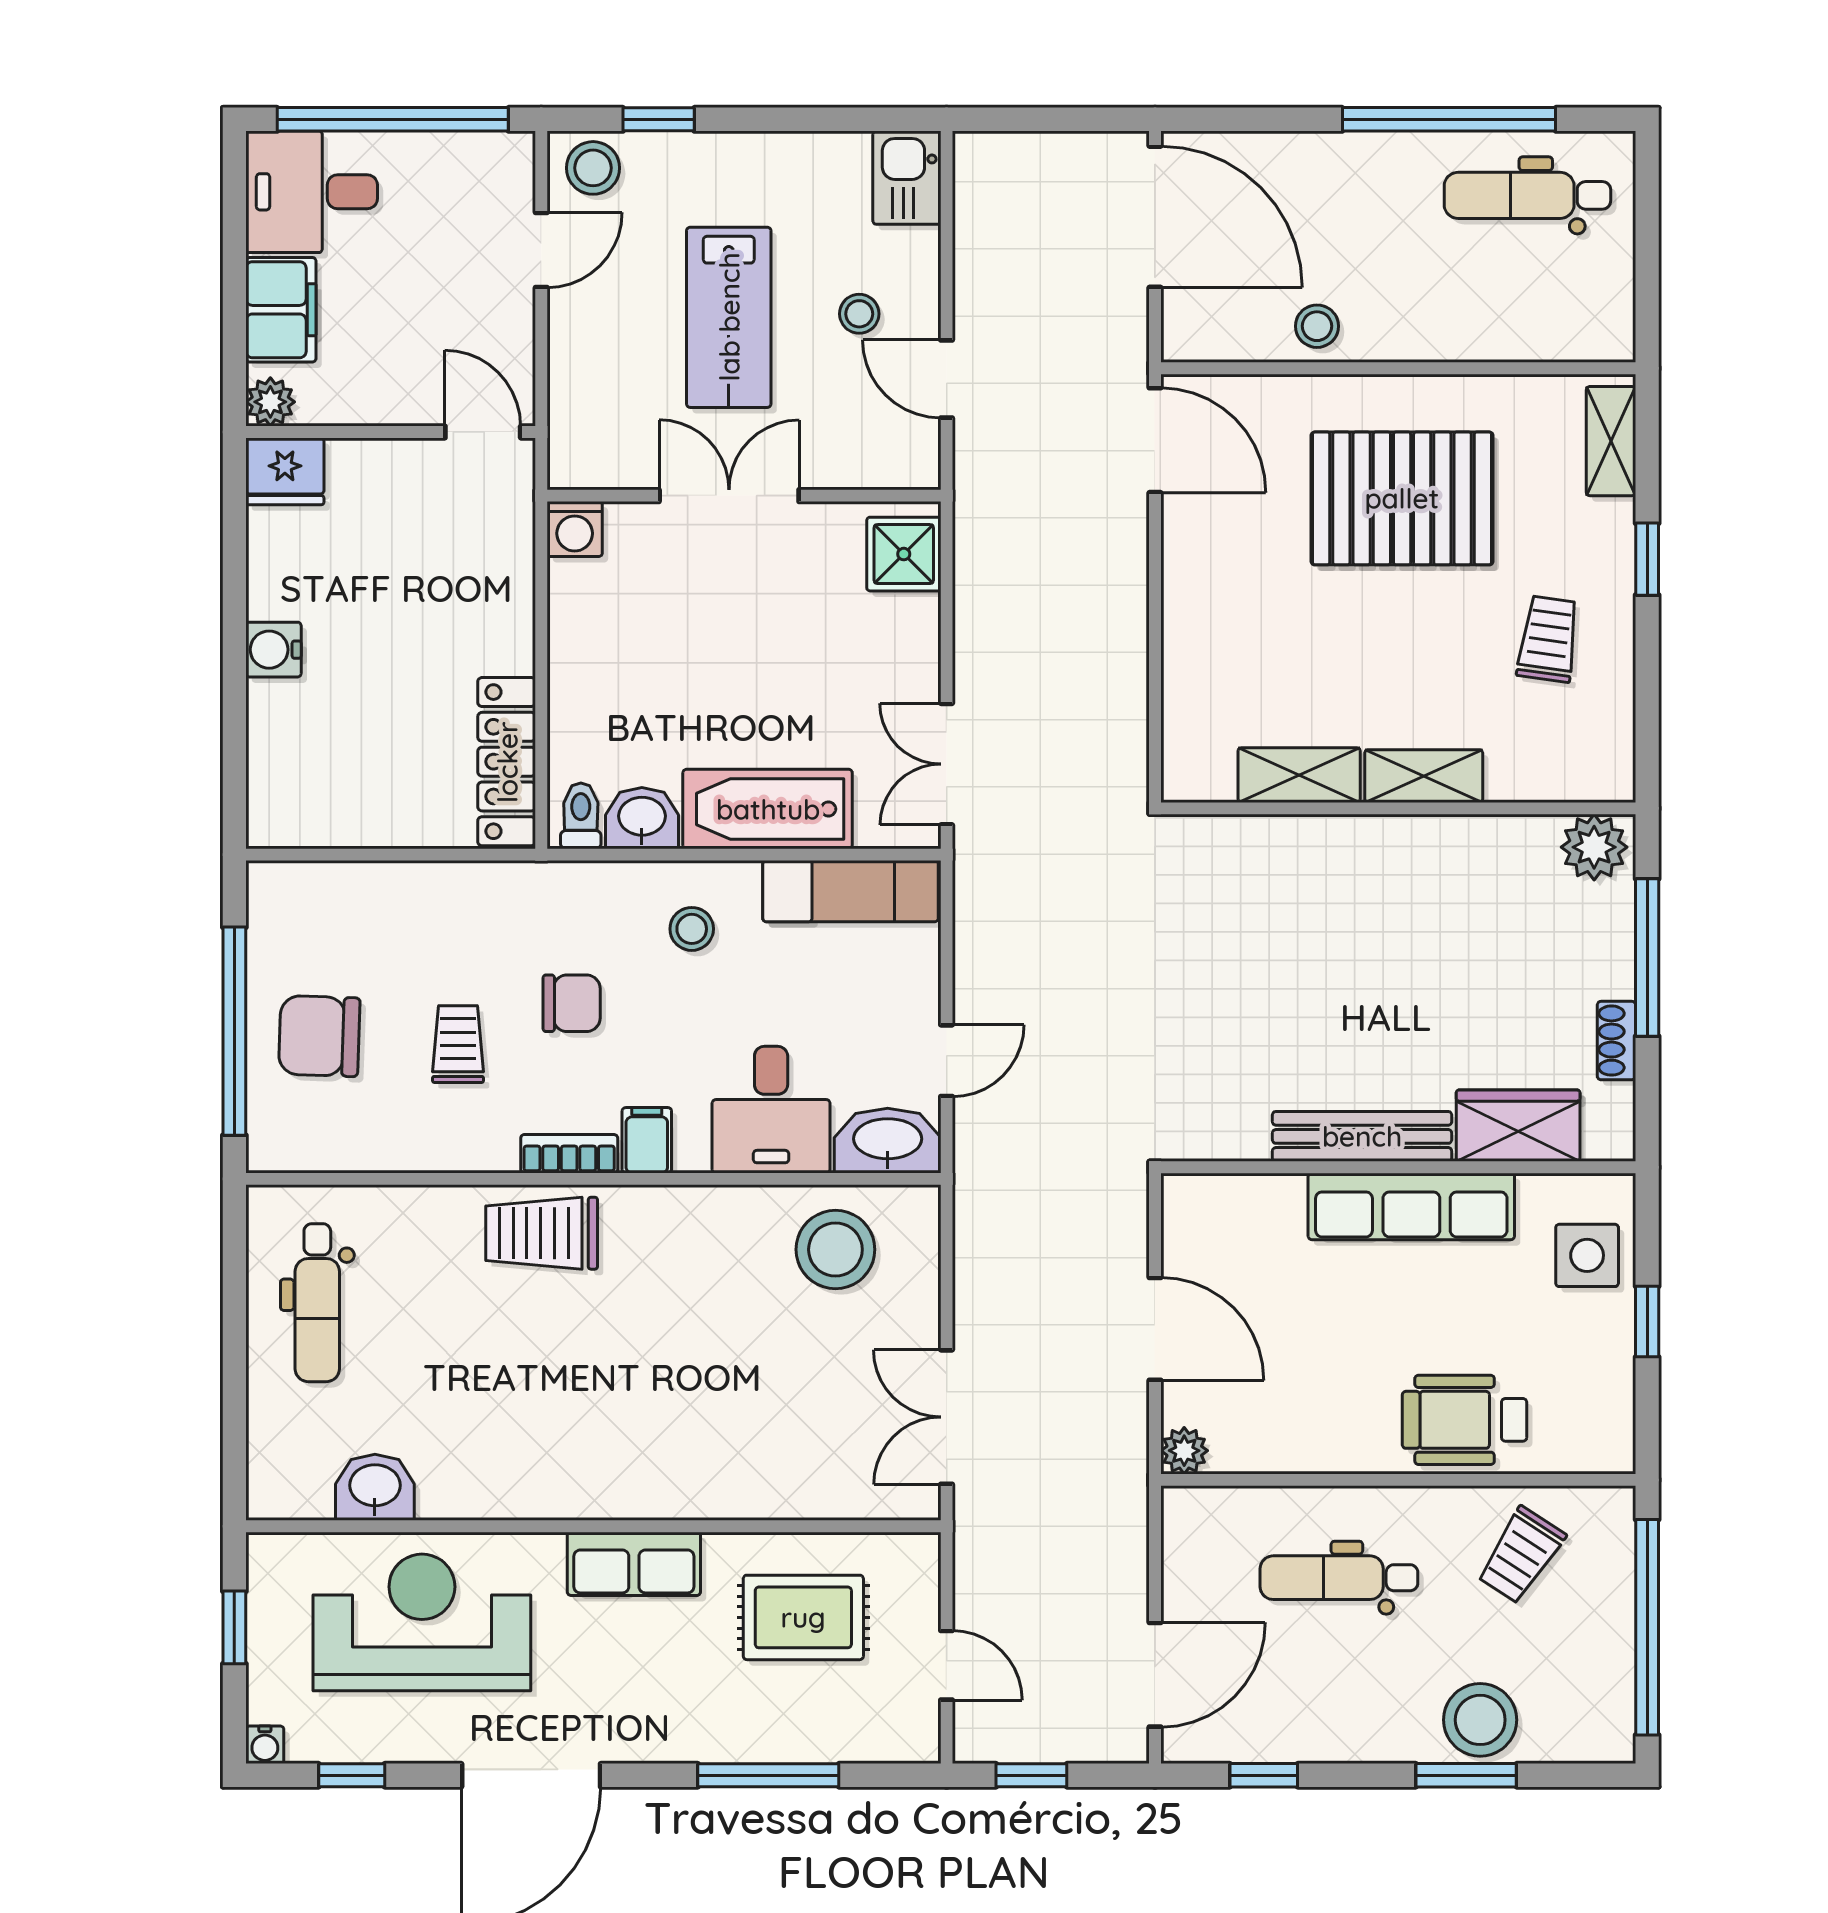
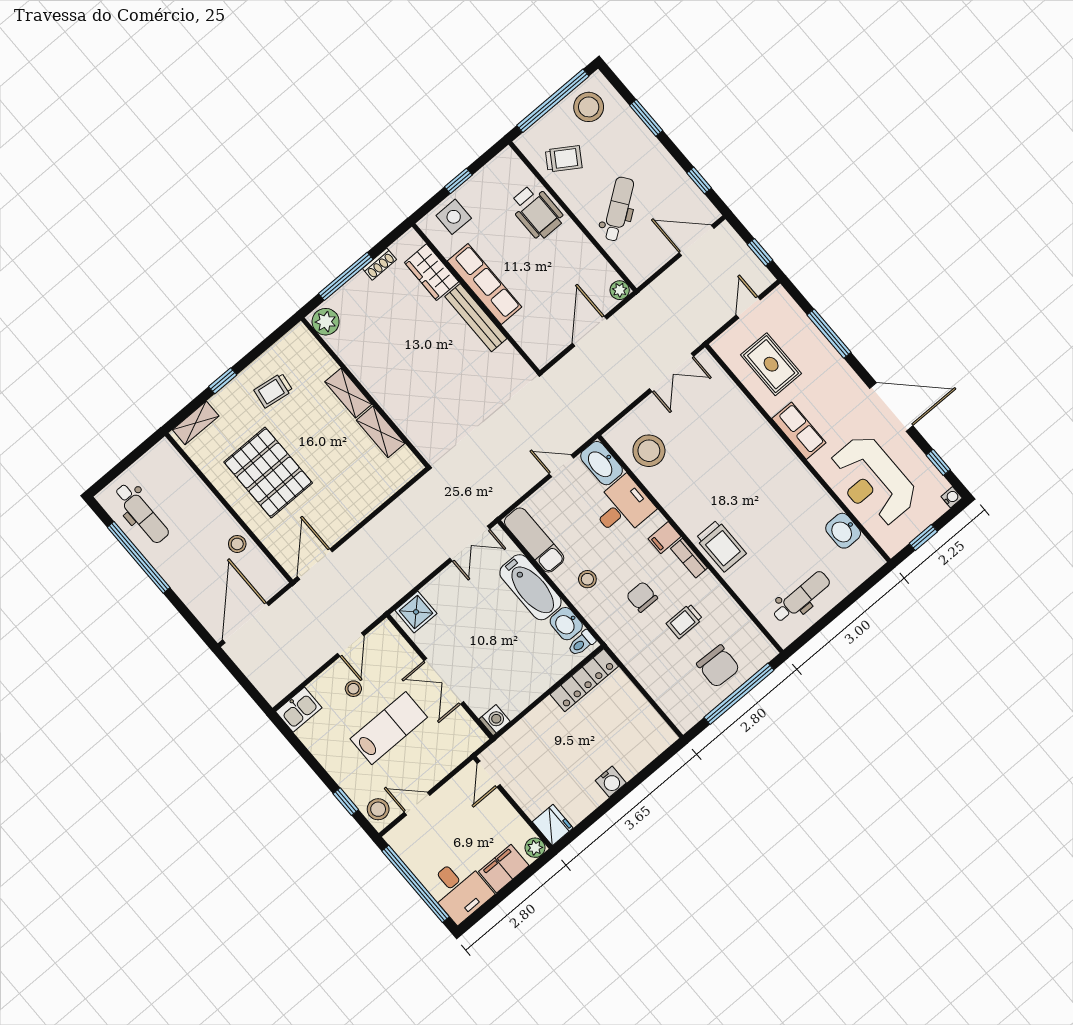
dental chair: (1339, 1578) -> (618, 209), turned -126
stool: (1480, 1720) -> (589, 107), moved

